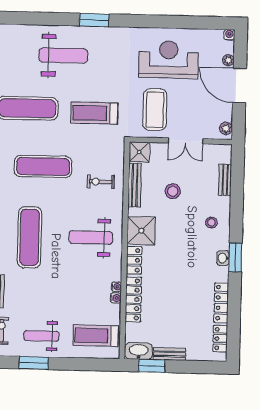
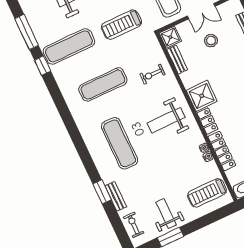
bench: (135, 185) -> (177, 59), width x0.73
stool: (173, 191) -> (211, 41), moved
weight bench: (41, 336) -> (166, 214), turned 90

